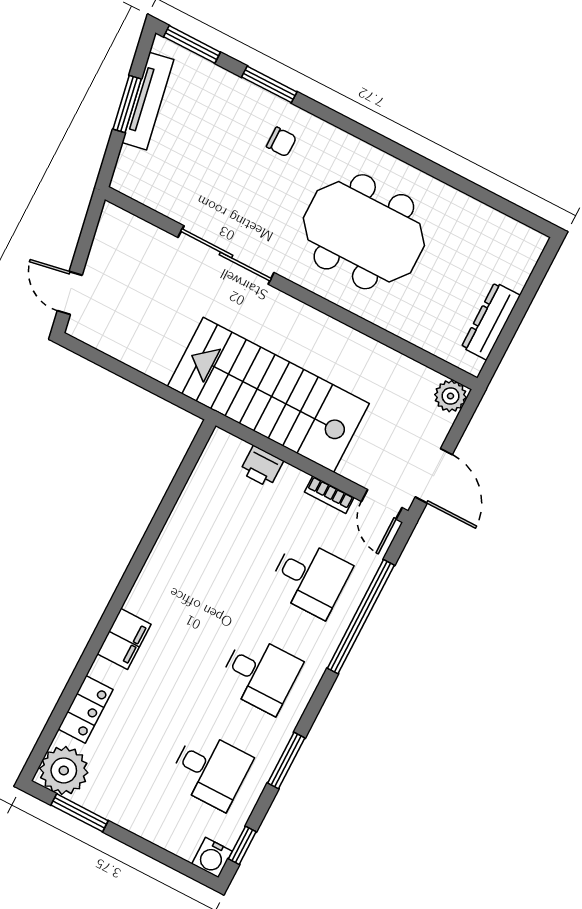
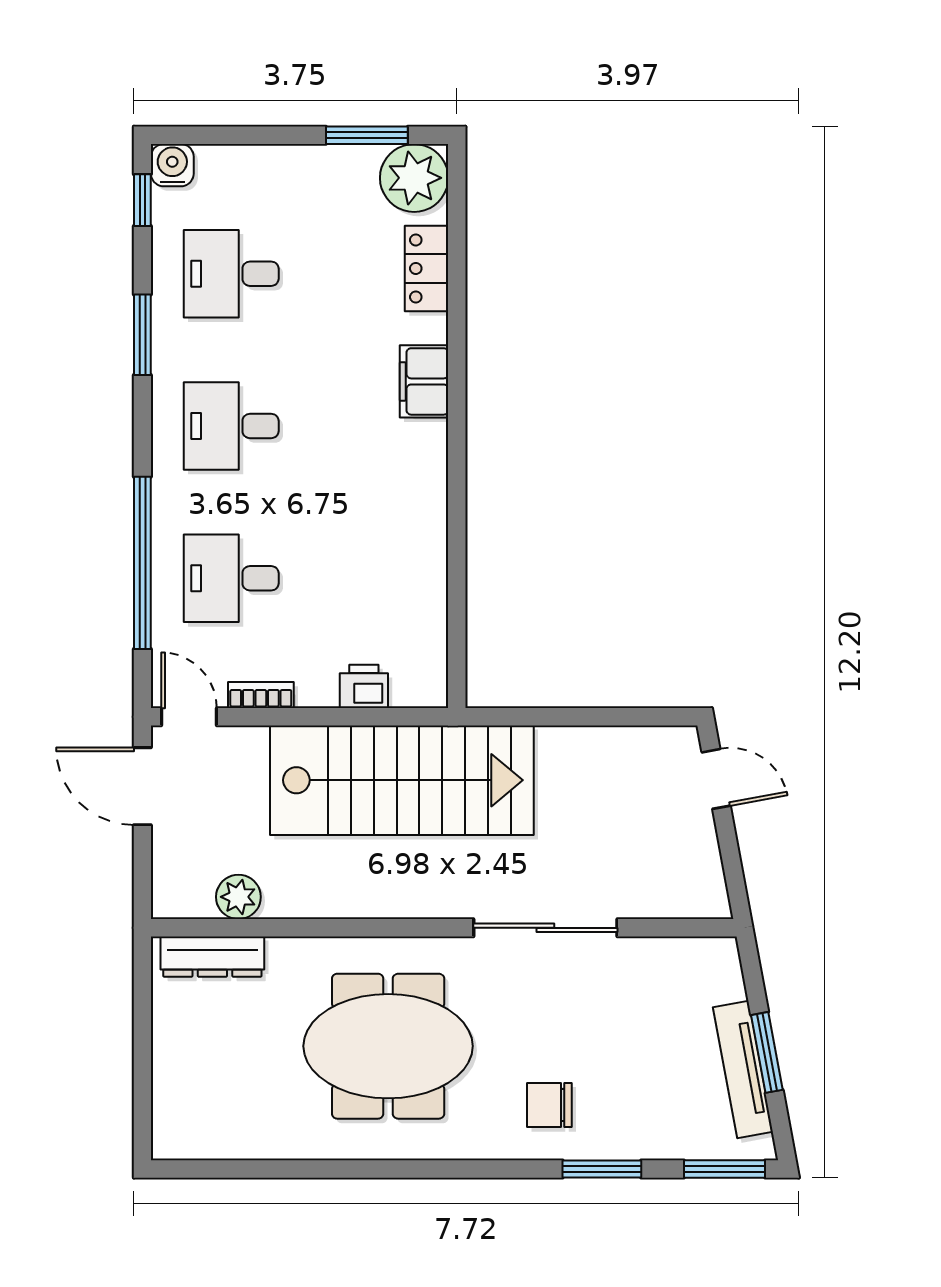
chair: (281, 142) -> (549, 1105), width x1.37, depth x1.37
dresser: (491, 321) -> (212, 957), moved, turned 90
plant: (451, 396) -> (238, 897), moved

